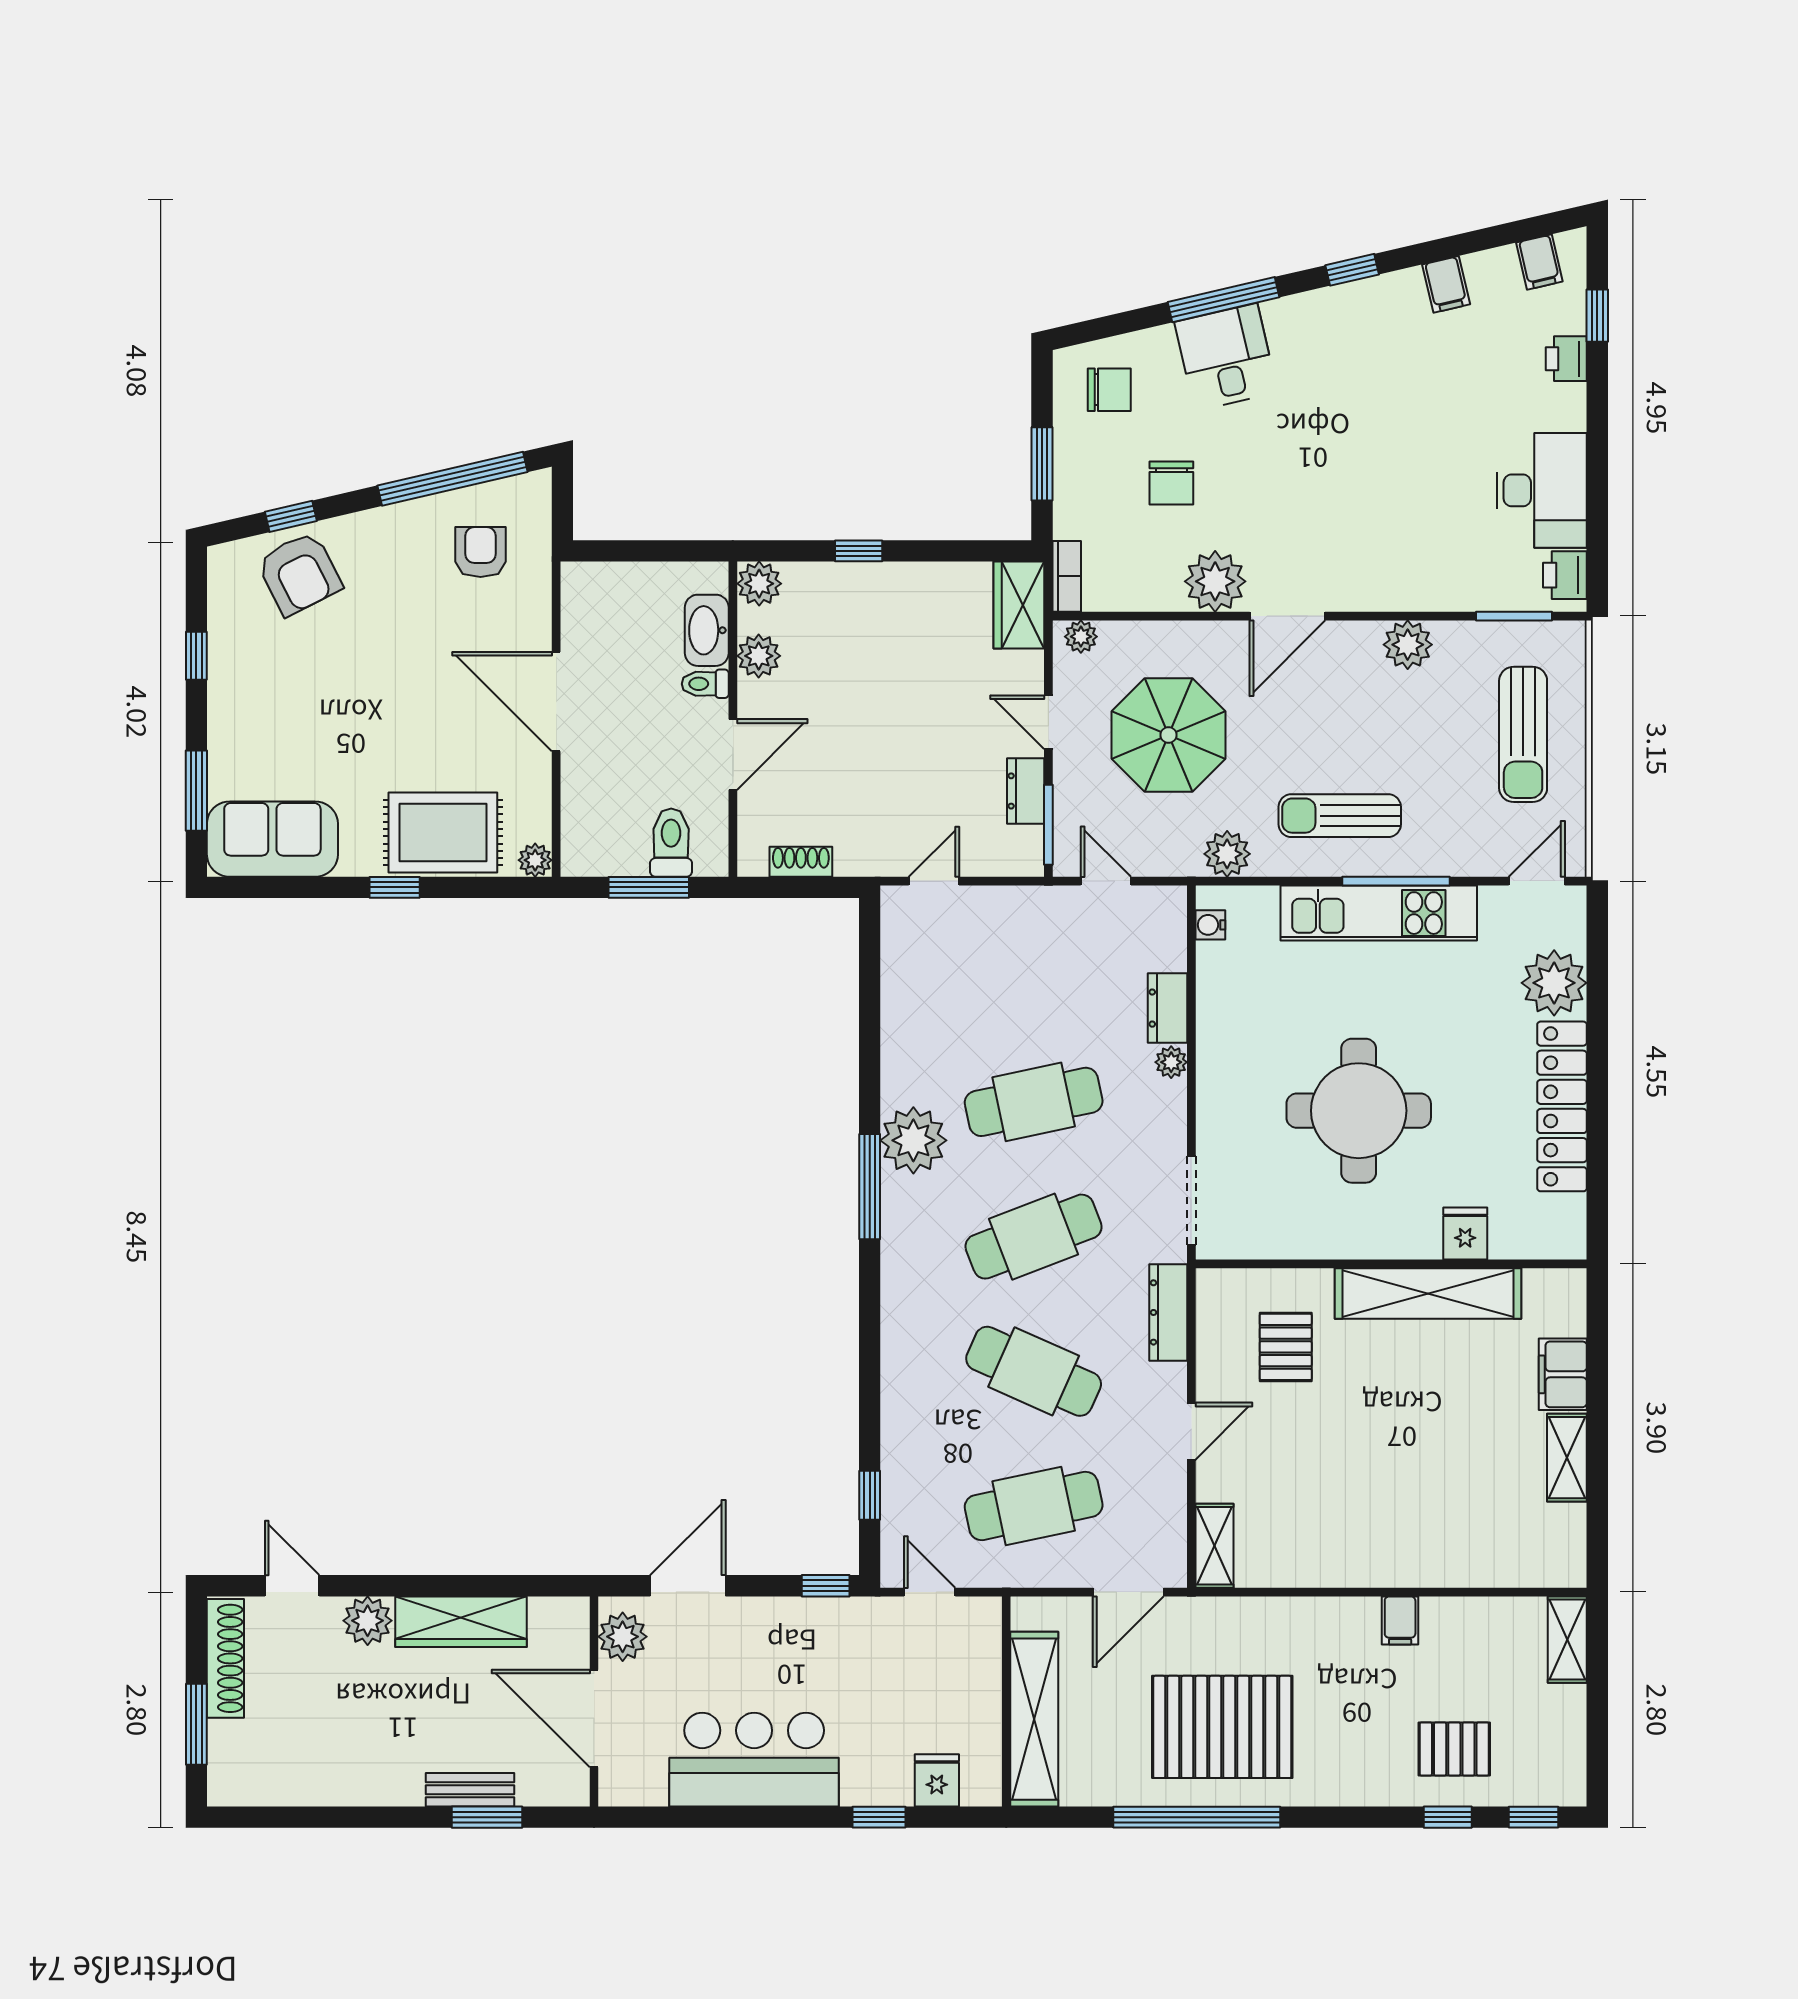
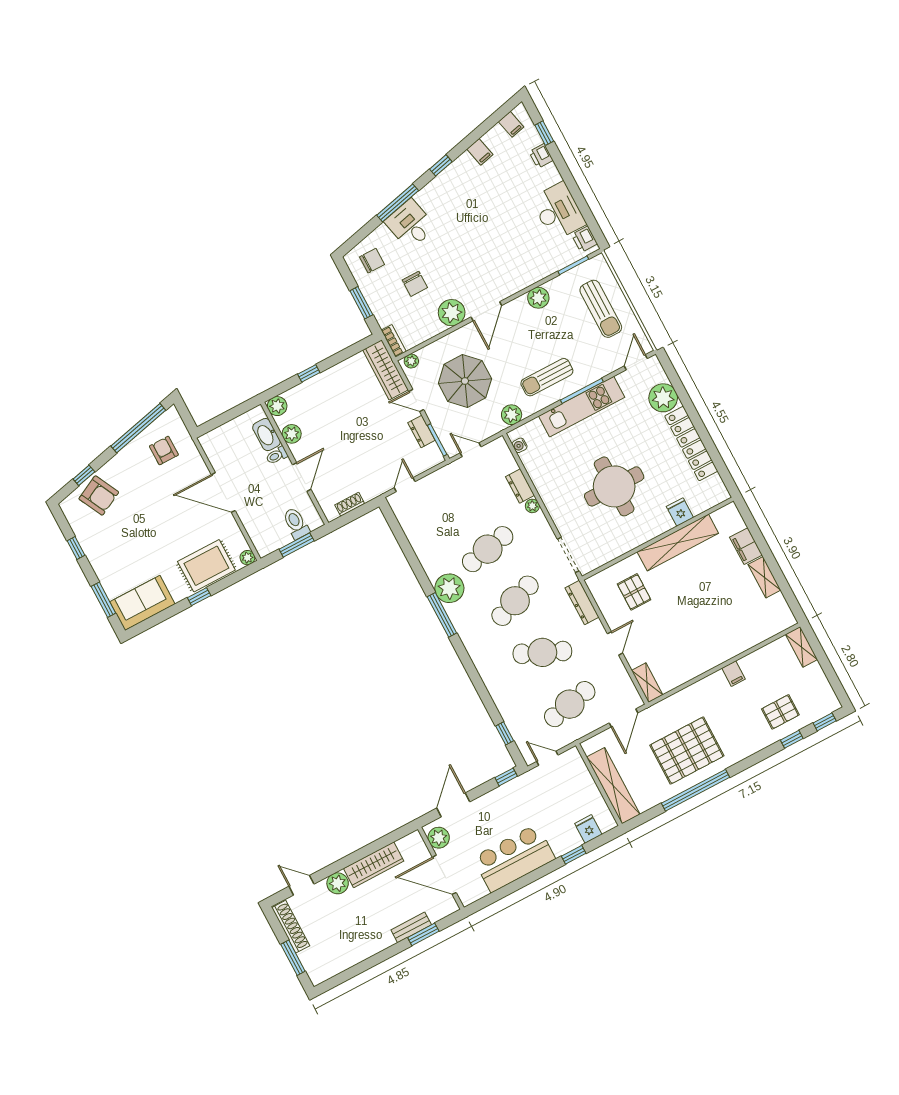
wardrobe: (1019, 605) -> (386, 370), width x1.50

